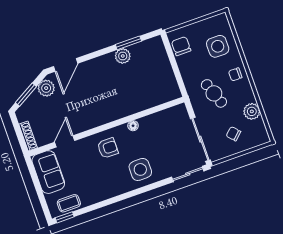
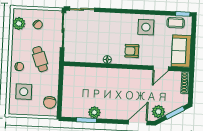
plant: (252, 111) -> (19, 24), moved
side table: (140, 169) -> (146, 27), moved

